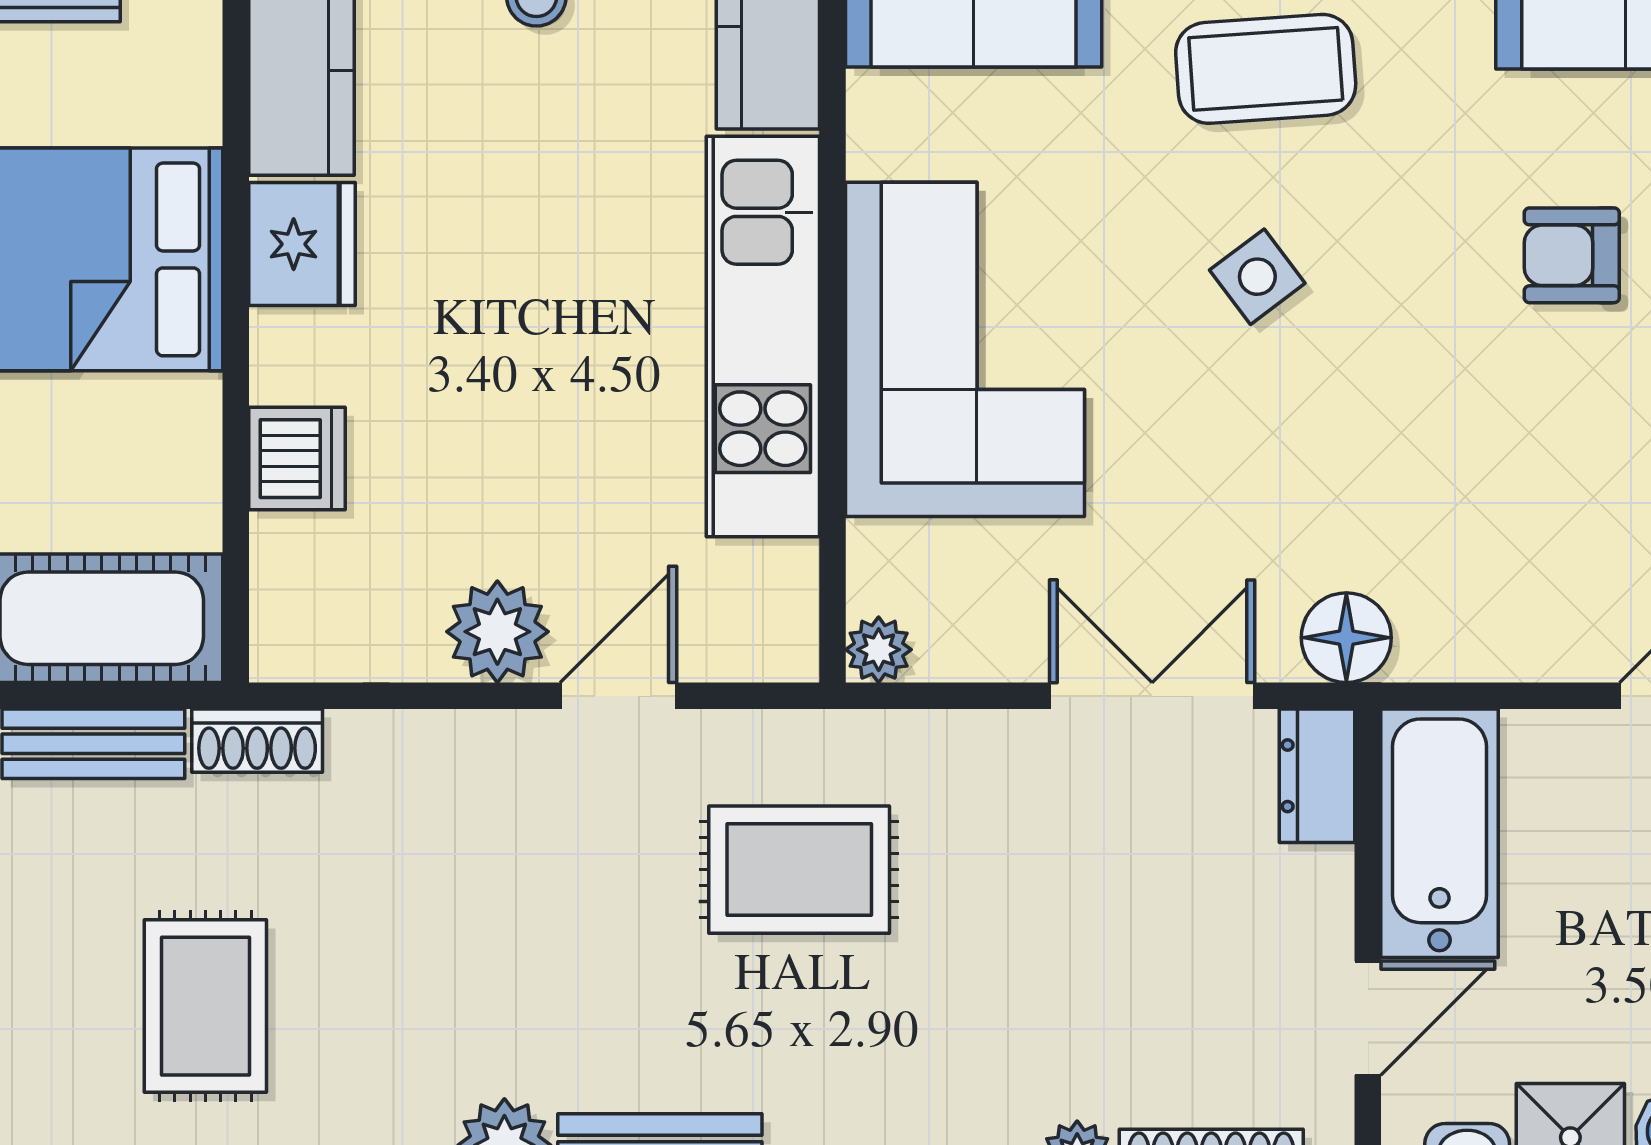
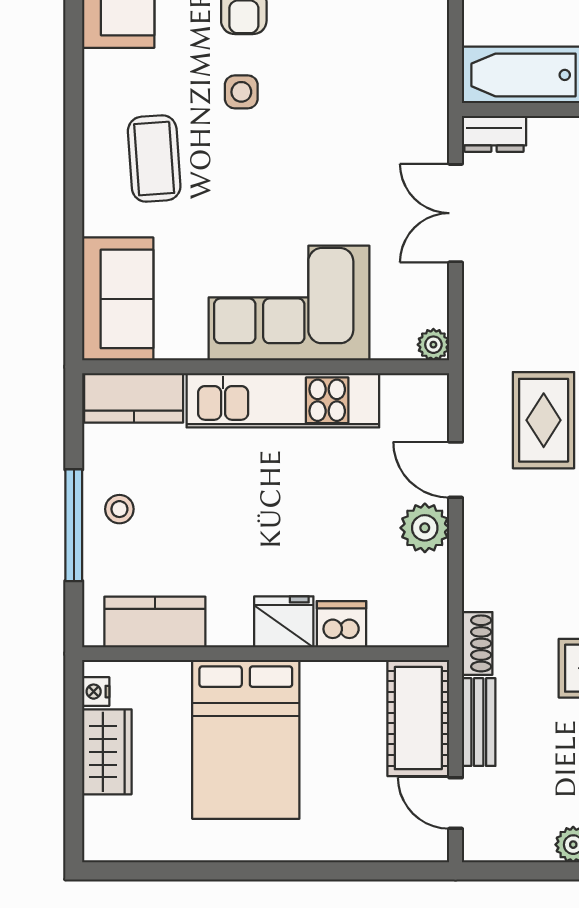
fridge: (302, 244) -> (284, 622), moved
side table: (1257, 277) -> (241, 92), moved, turned 37
floor lamp: (1346, 638) -> (428, 120), removed
rug: (799, 870) -> (544, 420), moved

